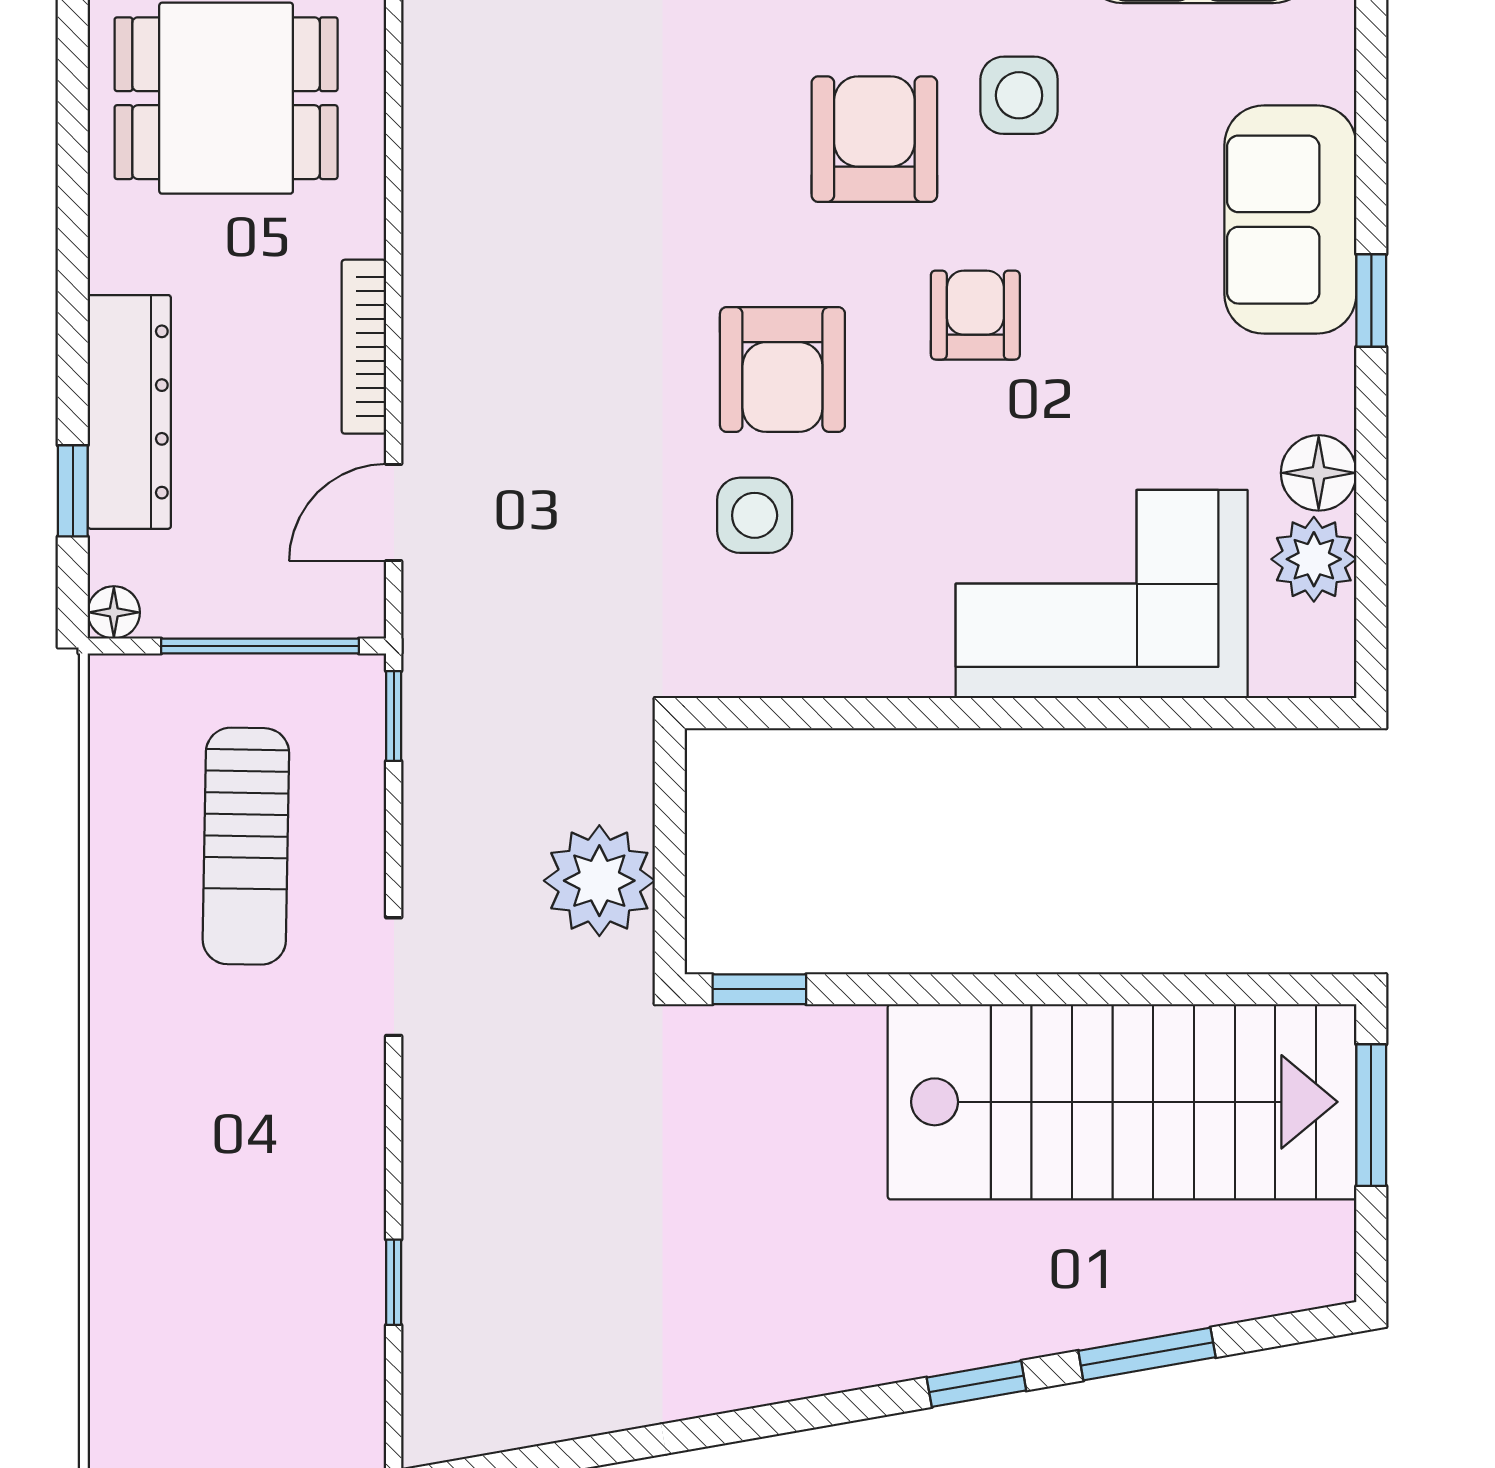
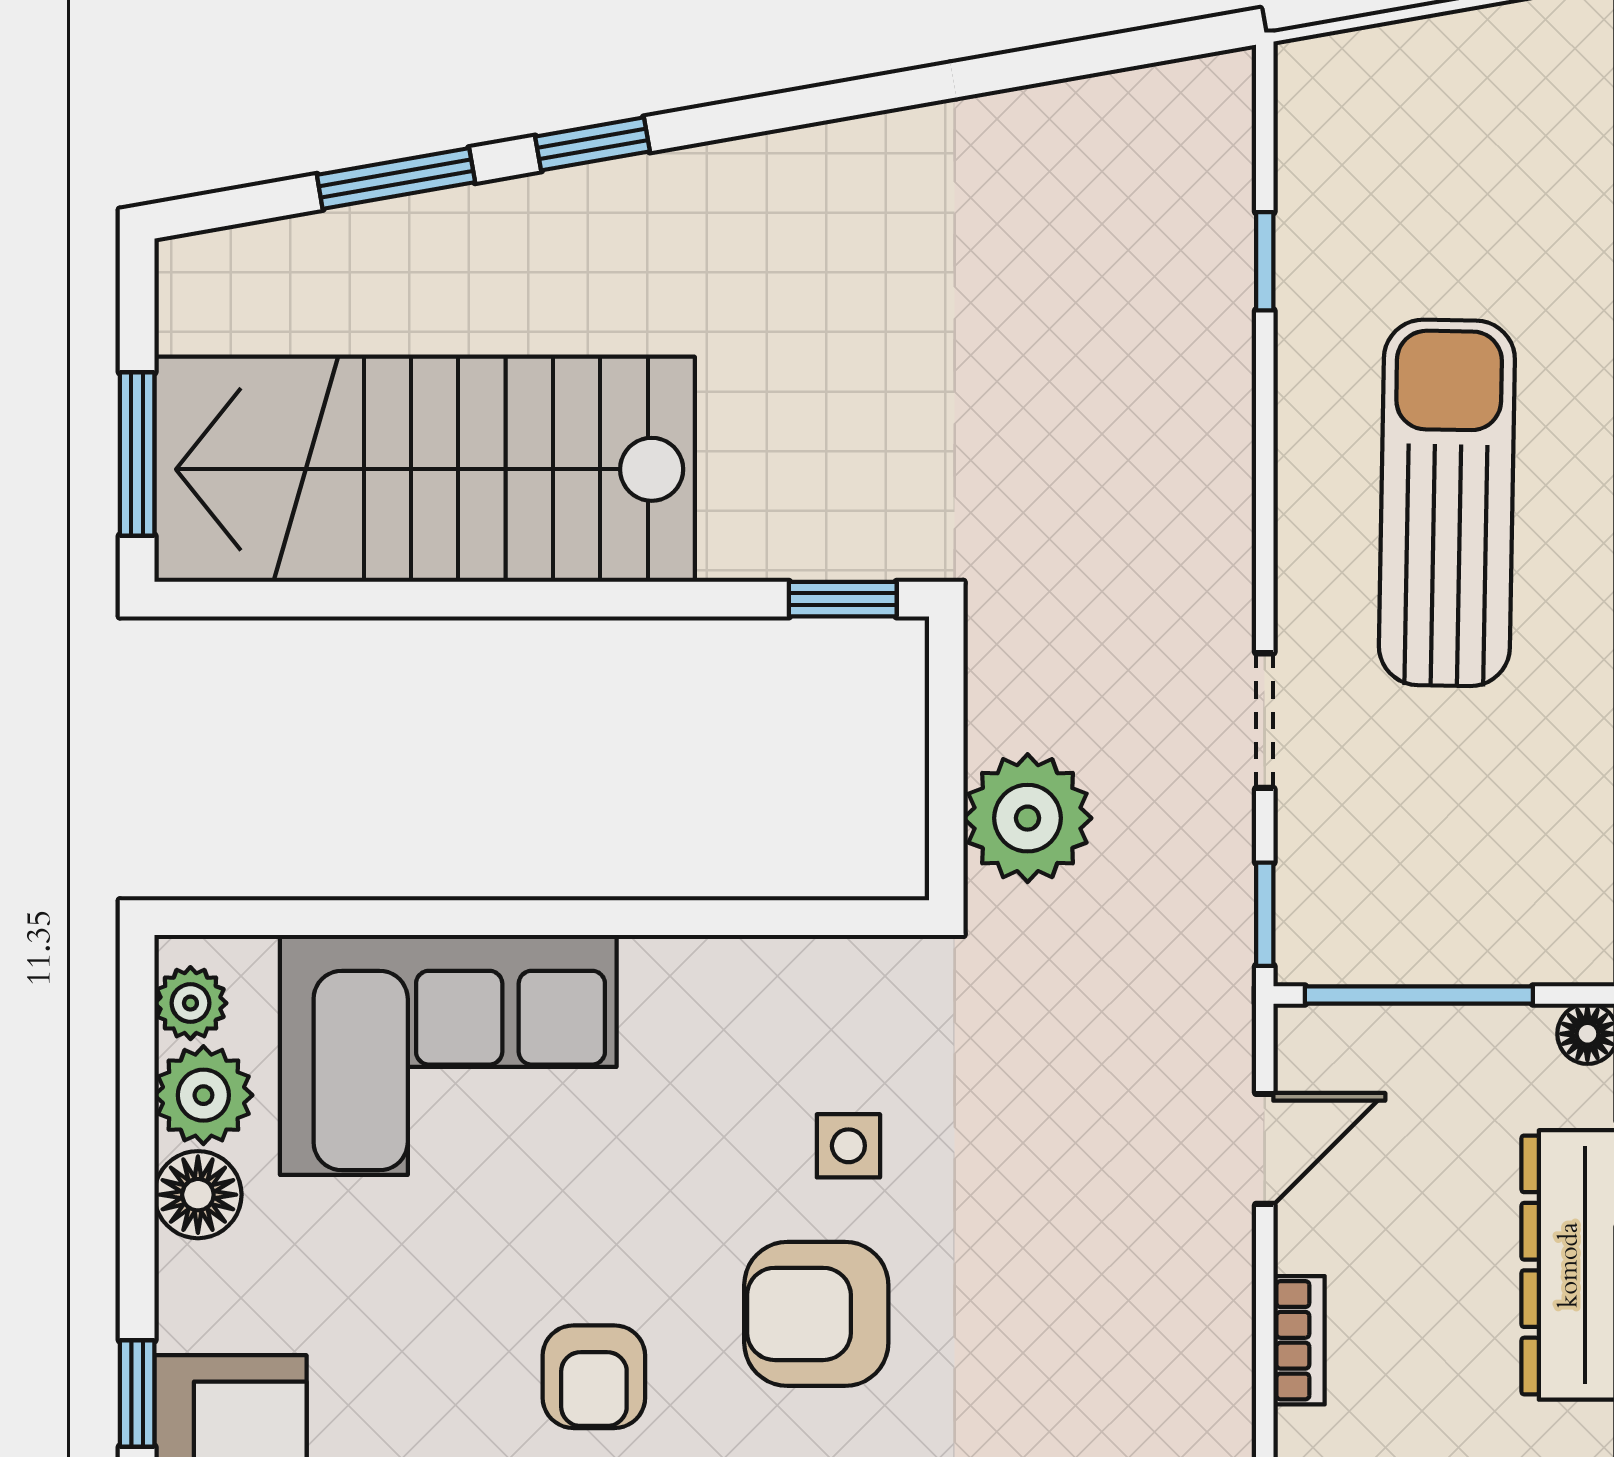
bookcase: (364, 347) -> (1299, 1340), width x0.64
armchair: (782, 369) -> (816, 1314), turned -90
side table: (755, 515) -> (848, 1146), width x0.73, depth x0.73
plant: (1325, 639) -> (190, 1003), added
sun lounger: (246, 846) -> (1447, 503), moved, width x1.36, depth x1.34
plant: (599, 881) -> (1028, 818), moved
doorway: (394, 977) -> (1265, 721), moved

